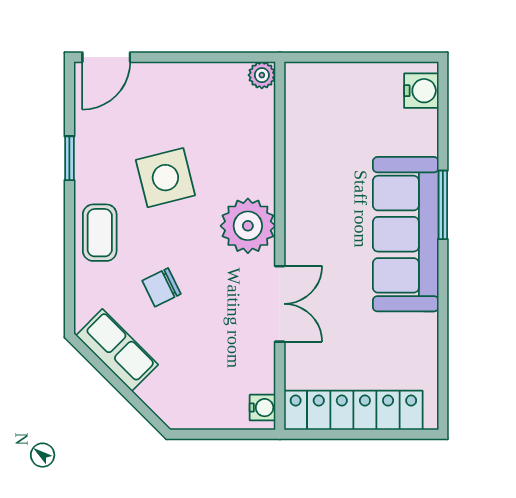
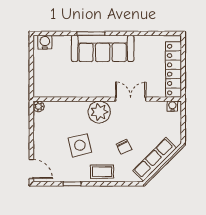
row of seats: (117, 350) -> (155, 159), width x1.48

